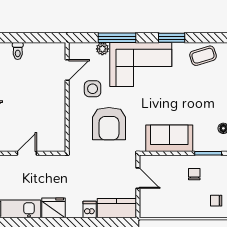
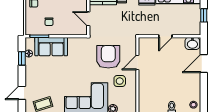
door: (67, 70) -> (137, 62), moved
sofa: (169, 138) -> (51, 47), moved

